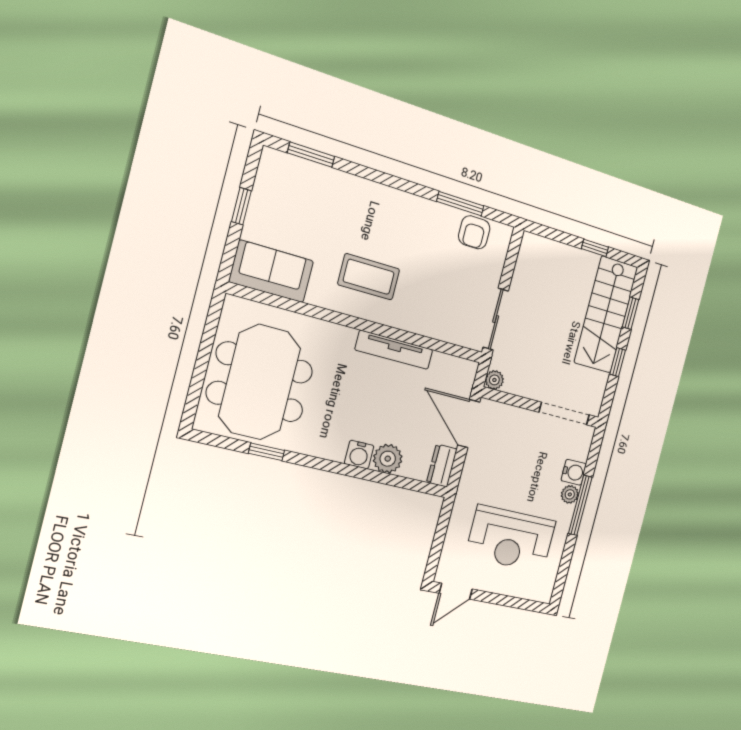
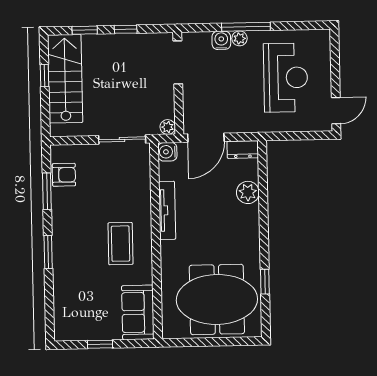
window: (311, 155) -> (48, 252), moved
stairs: (606, 315) -> (65, 79), moved, turned -90
water cooler: (359, 455) -> (167, 152), moved, turned 180
door: (456, 591) -> (336, 111), hinge flipped

